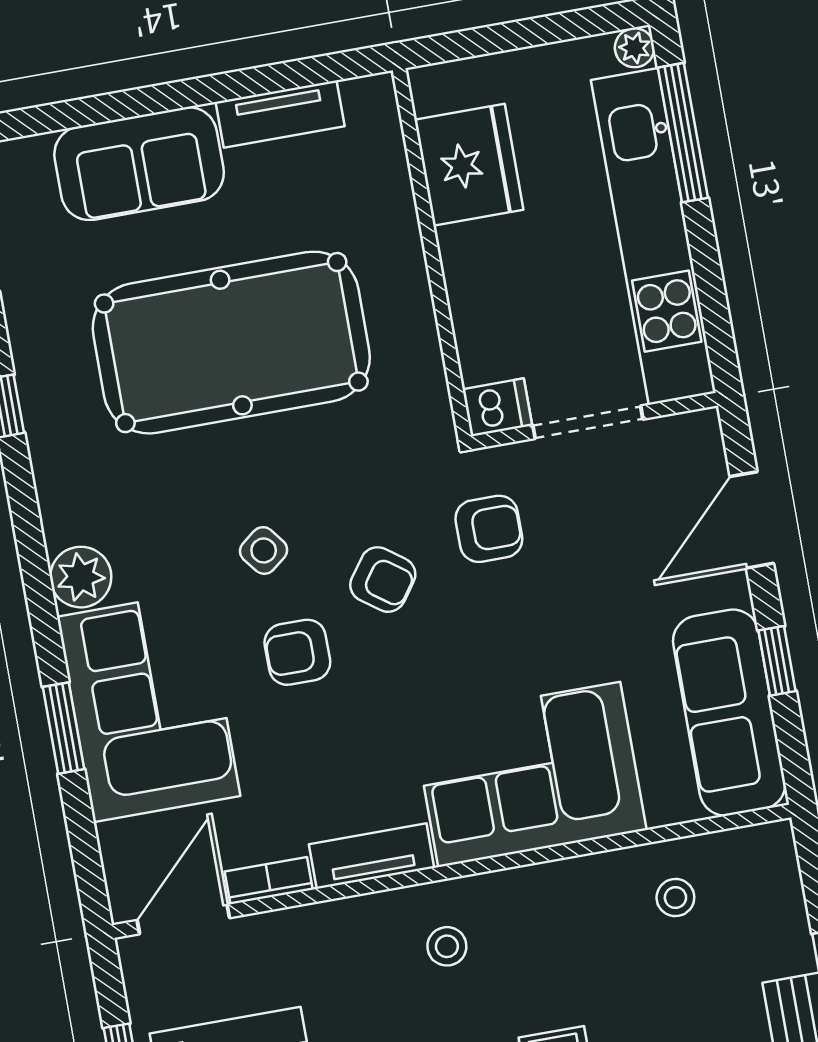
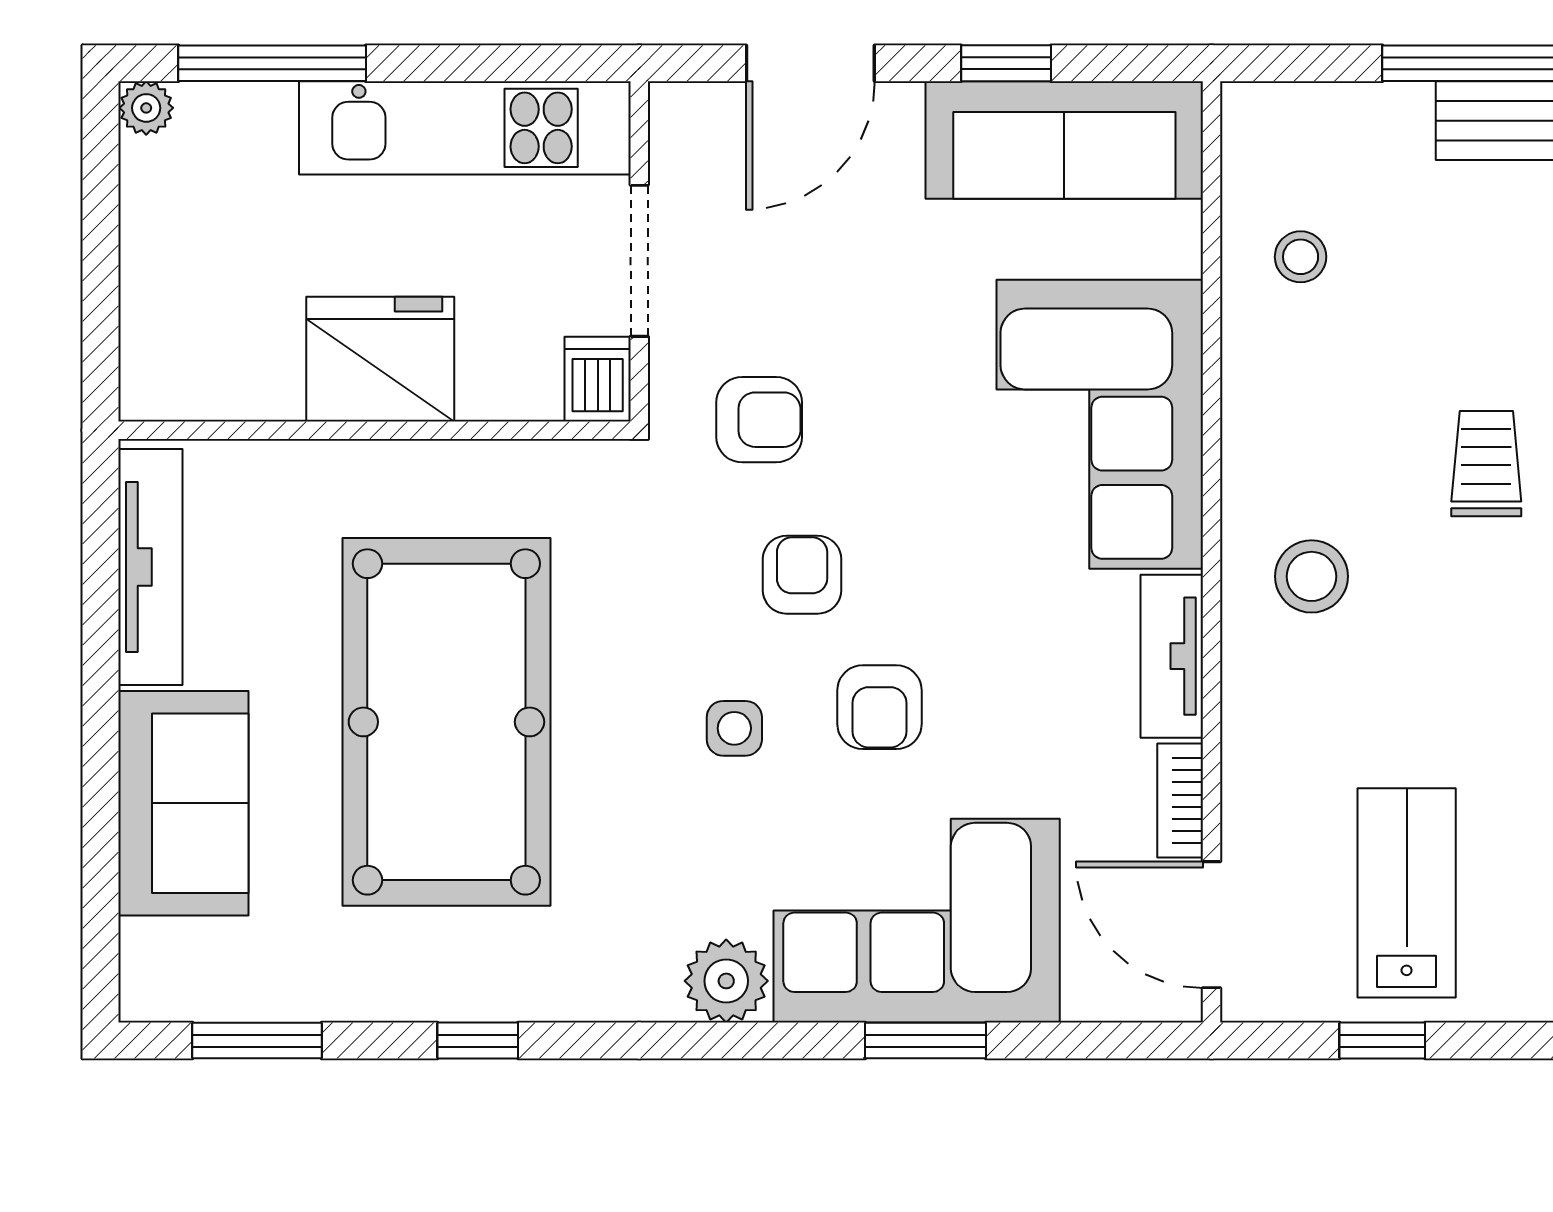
tv unit: (280, 114) -> (150, 567), width x1.41
fridge: (469, 165) -> (380, 359), moved
kitchen unit: (653, 236) -> (465, 128), width x0.73
door: (752, 520) -> (810, 63), hinge flipped
armchair: (489, 529) -> (759, 420), turned 90
side table: (264, 550) -> (734, 728), turned 38
armchair: (383, 580) -> (802, 575), turned -36
stool: (447, 946) -> (1312, 576), width x1.37, depth x1.37

